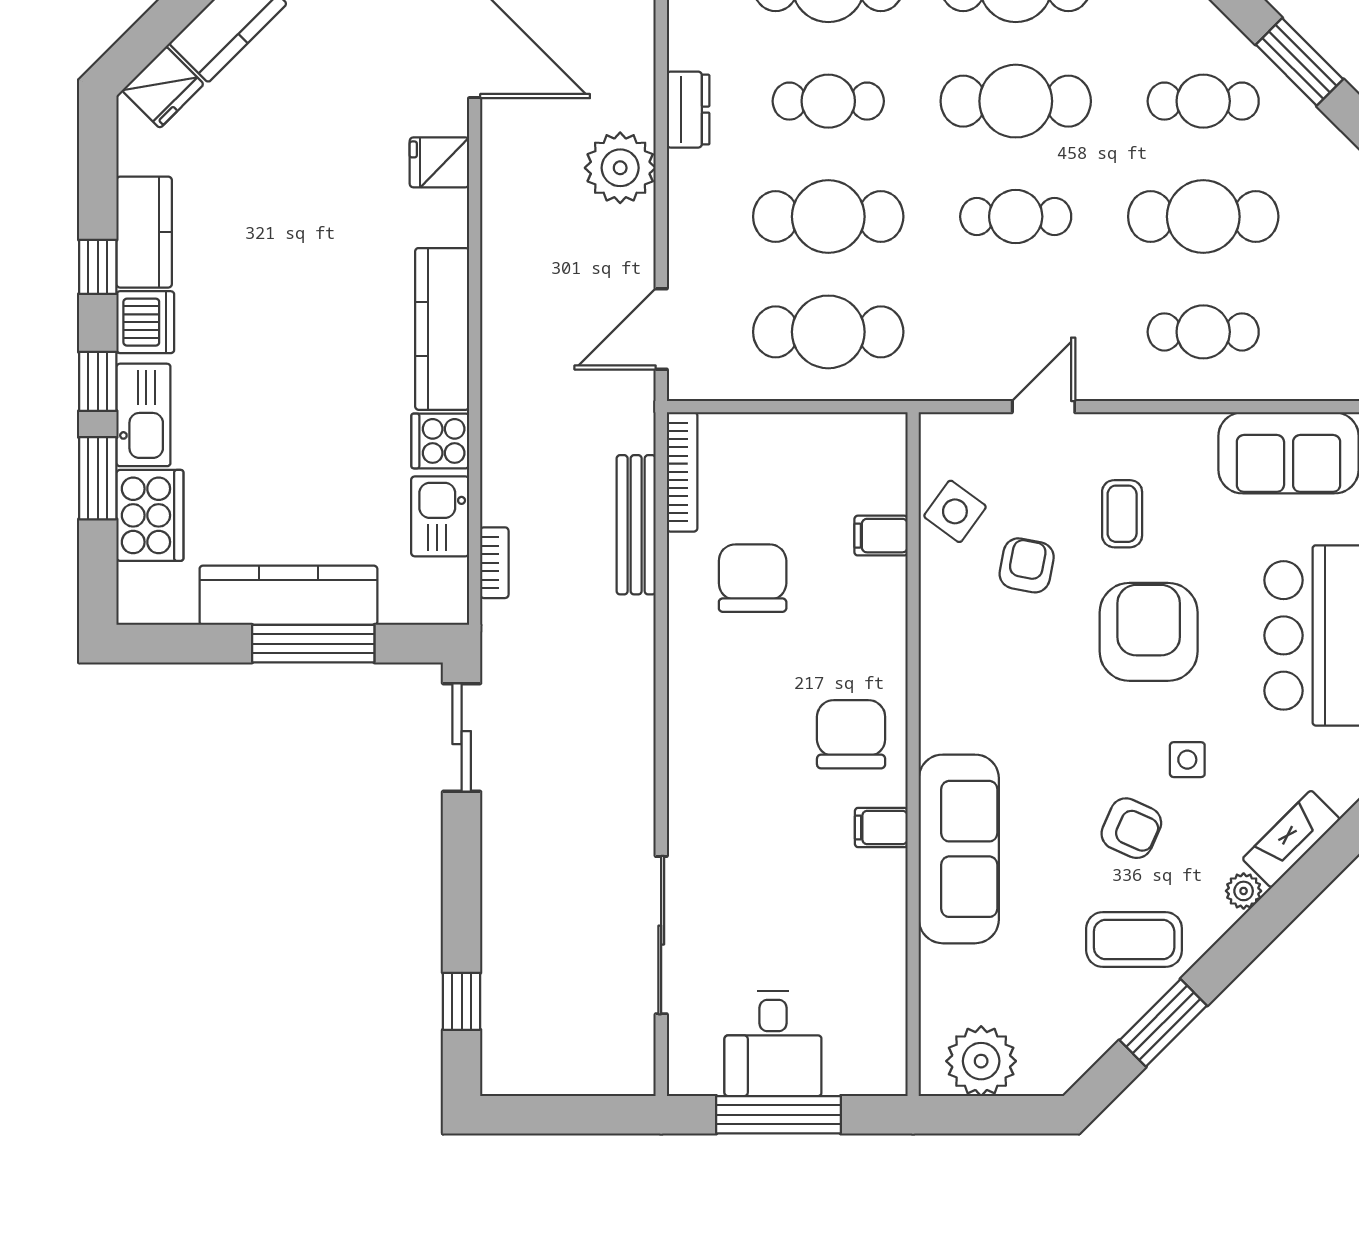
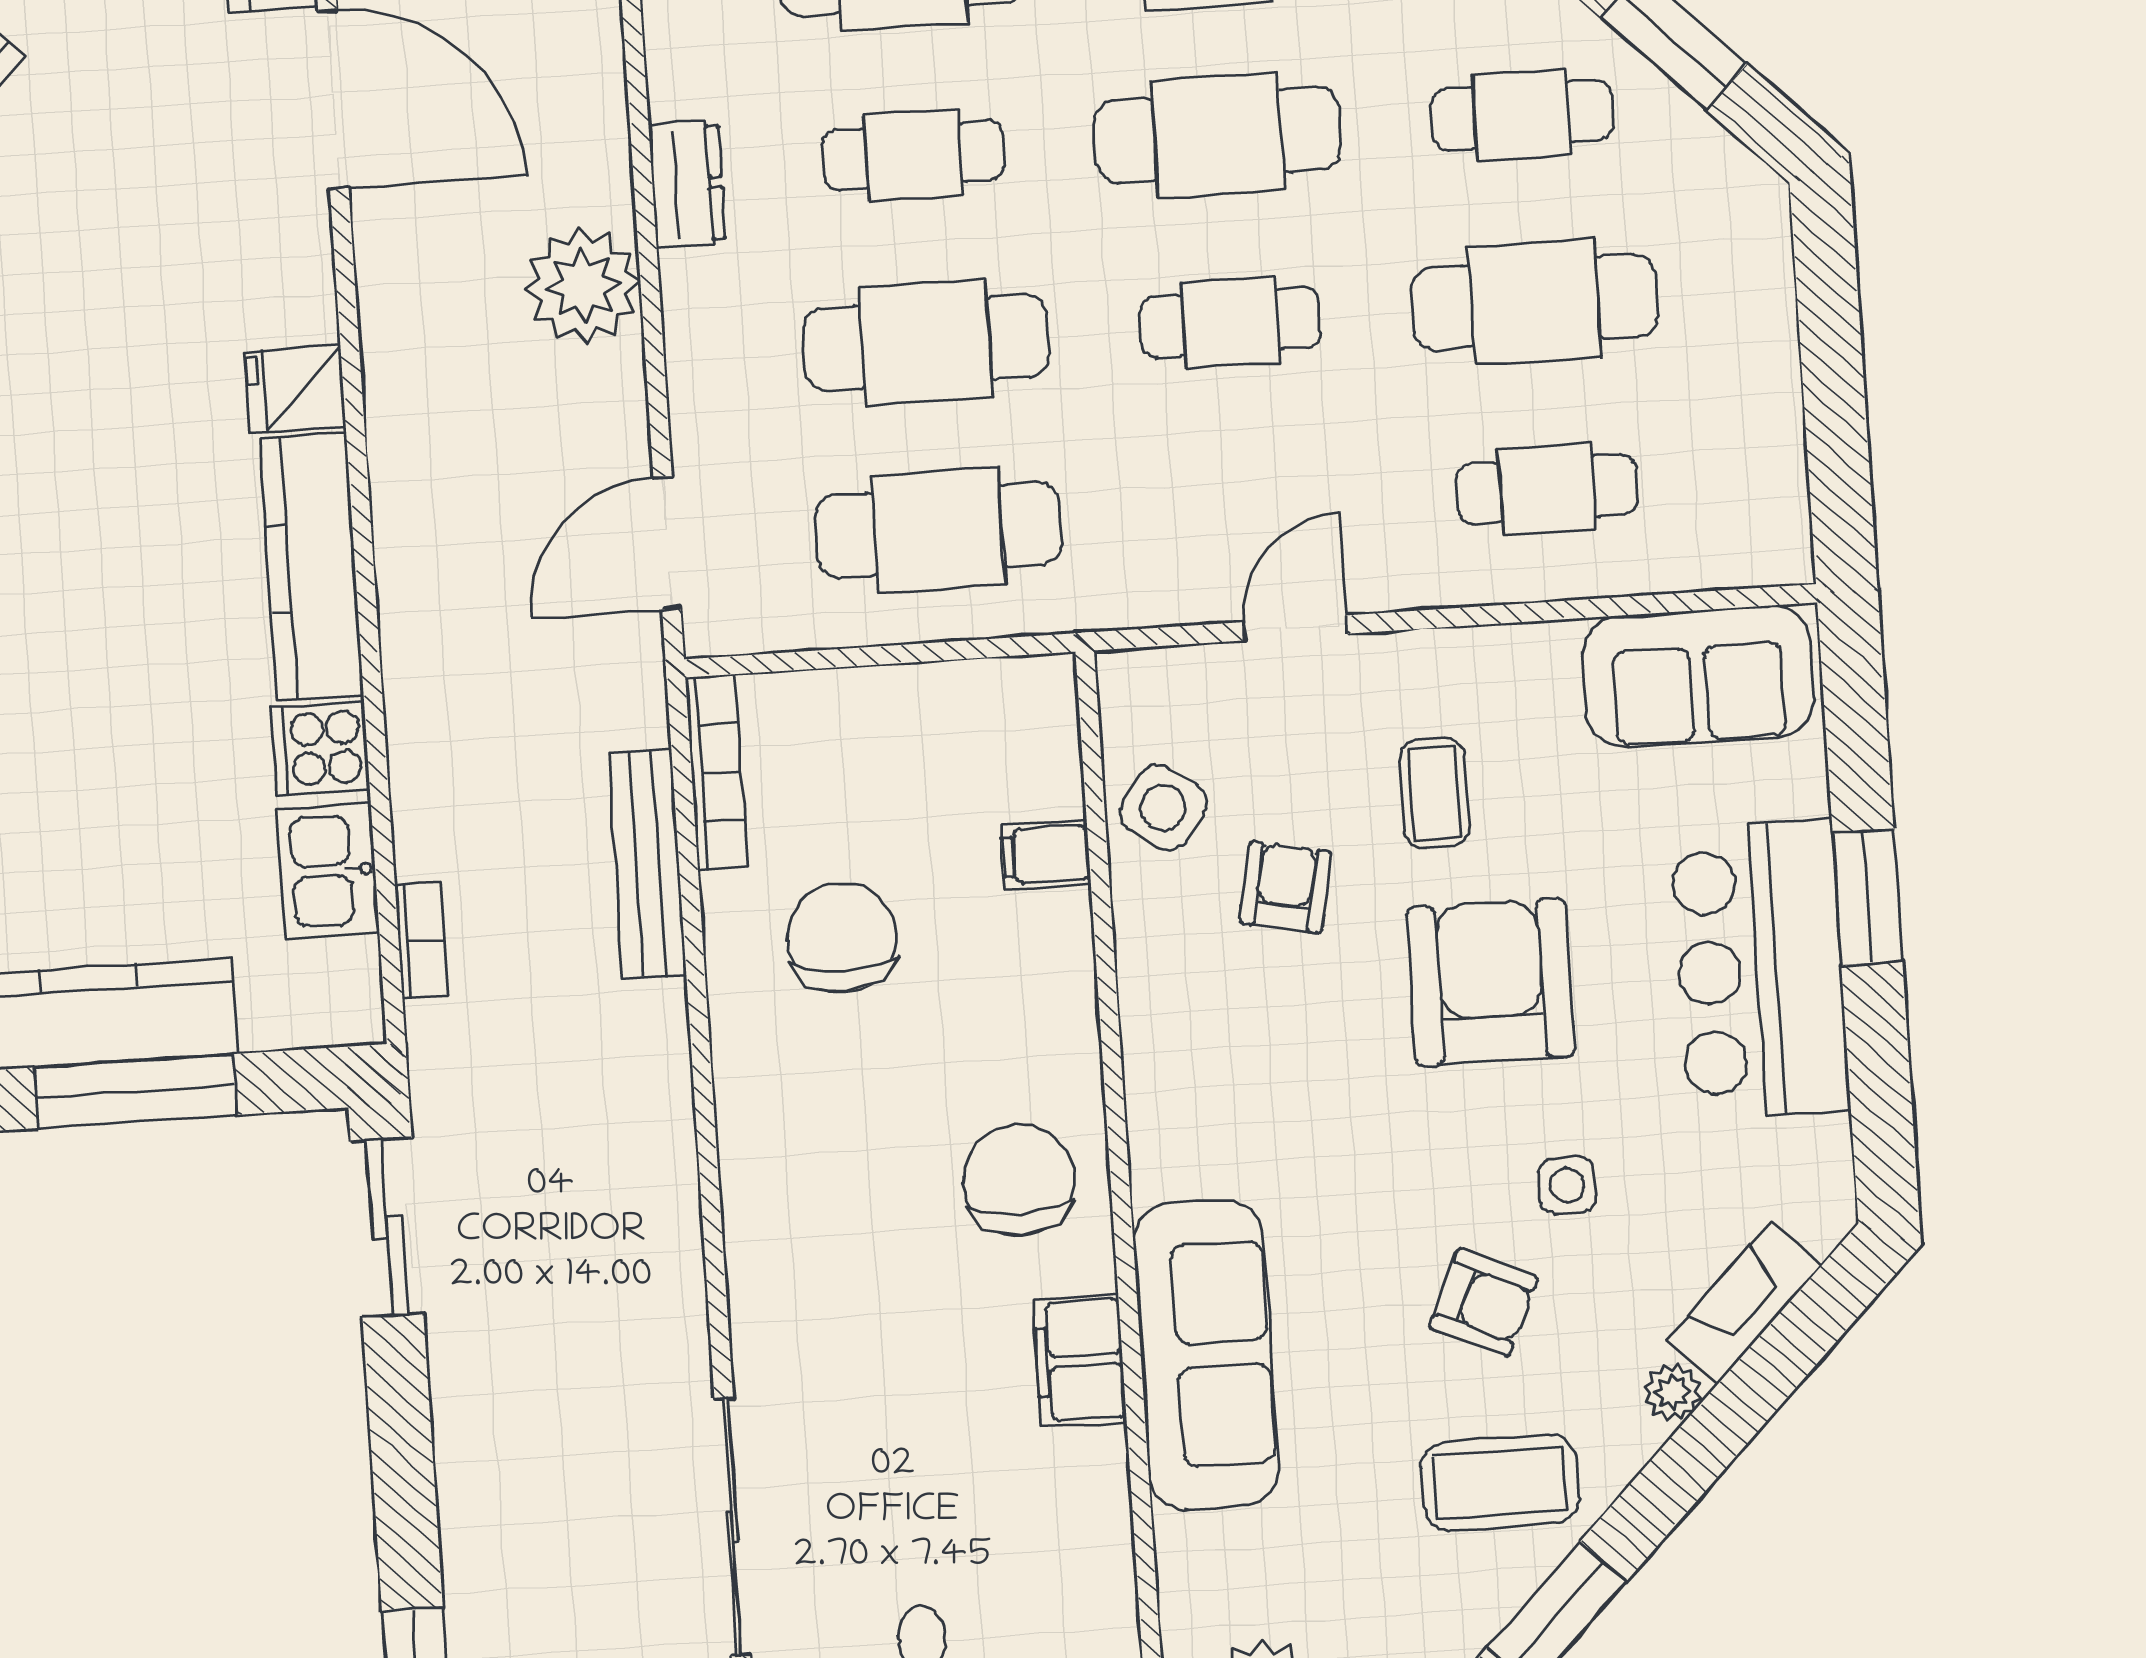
fridge: (439, 162) -> (295, 389), moved
filing cabinet: (881, 827) -> (1080, 1360), width x2.00

